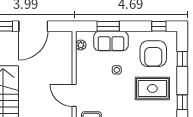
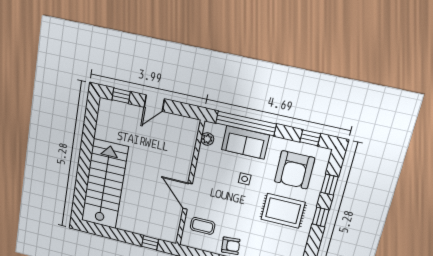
door: (33, 26) -> (154, 103), width x0.53
window: (108, 26) -> (246, 123), width x2.11
window: (182, 102) -> (321, 217), moved

